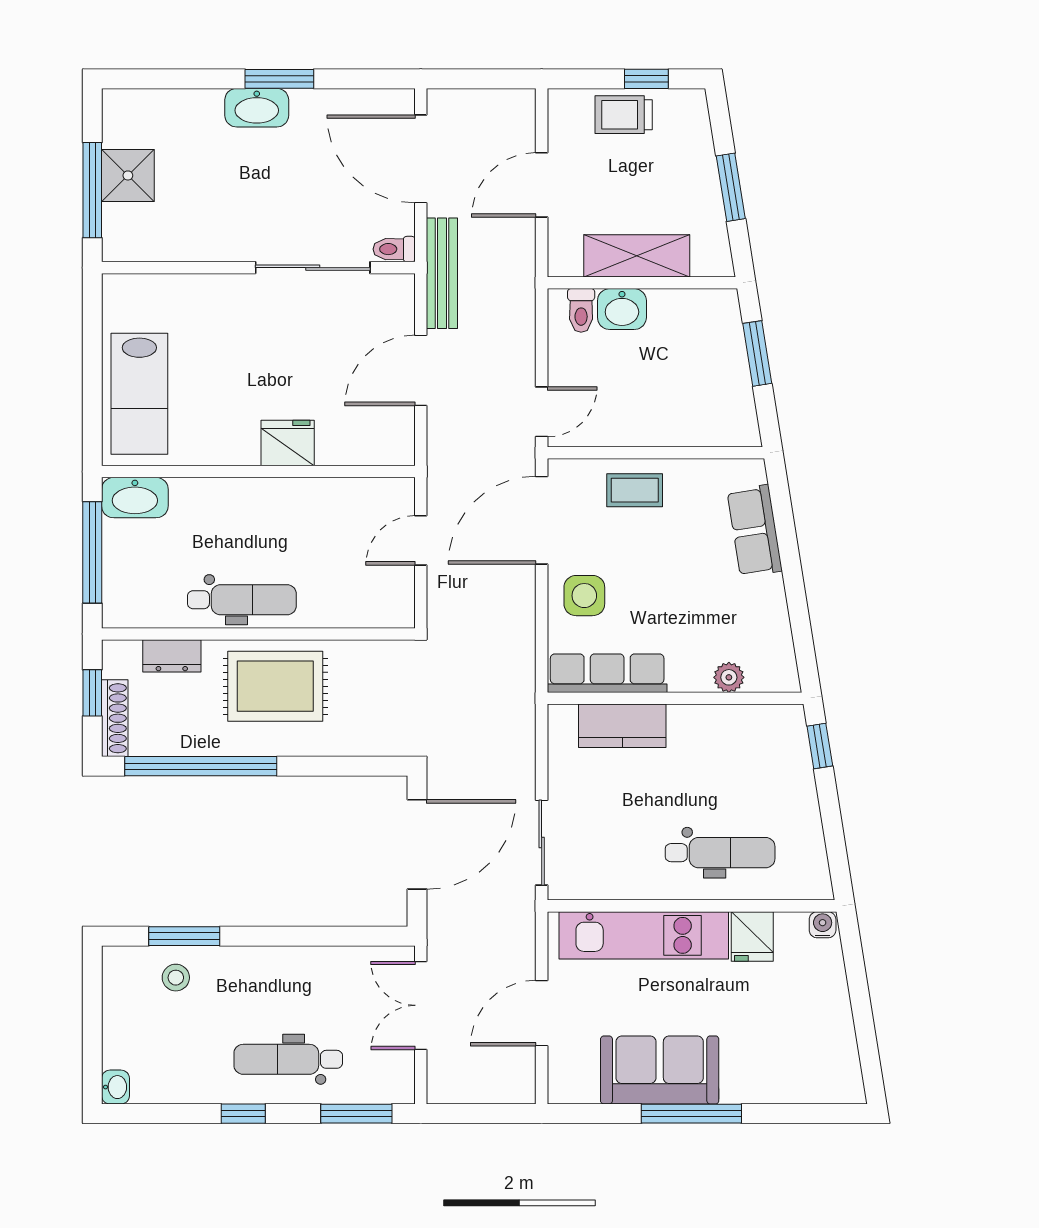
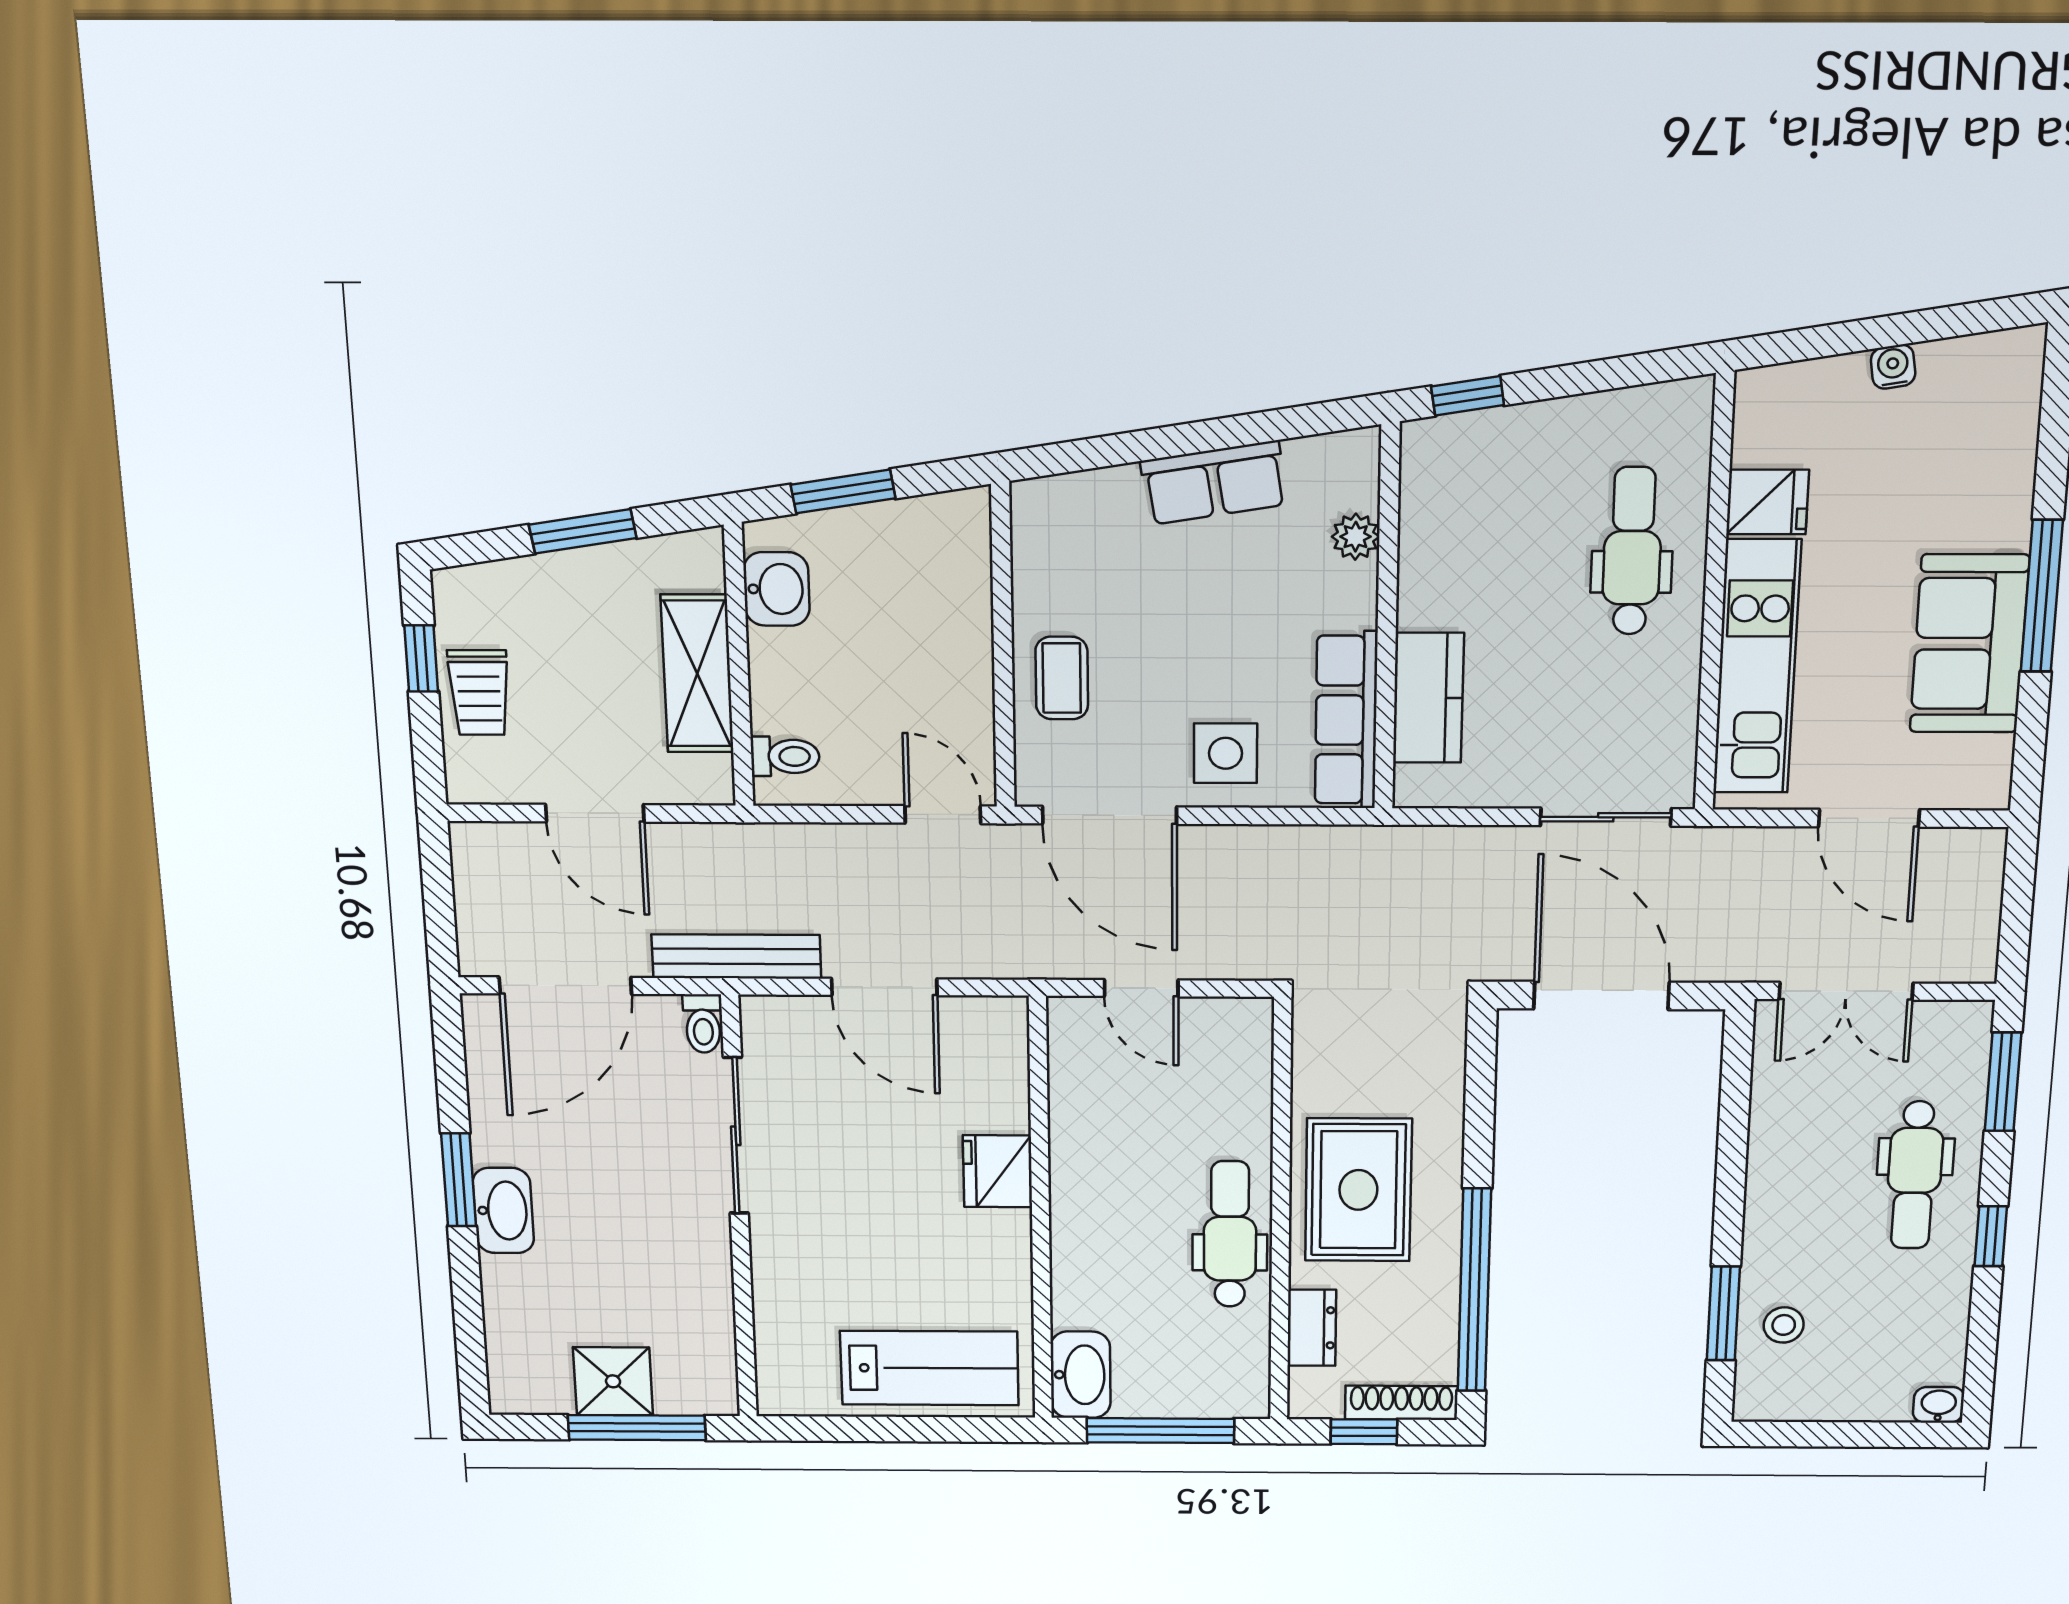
washbasin: (622, 309) -> (777, 589), moved
row of seats: (755, 531) -> (1214, 483), moved
water cooler: (823, 925) -> (1893, 367), moved, turned 81

